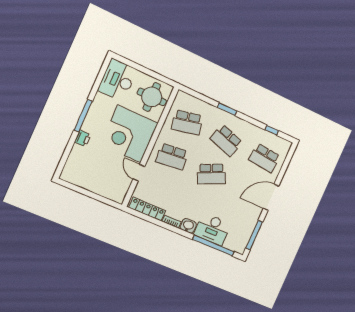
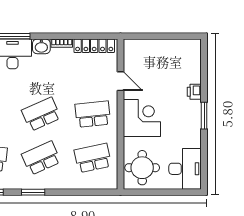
window: (227, 109) -> (33, 192), moved
window: (83, 116) -> (204, 116), width x0.69
corner desk: (129, 134) -> (142, 118), width x0.74, depth x0.74
school desk: (226, 140) -> (41, 158), turned -42

